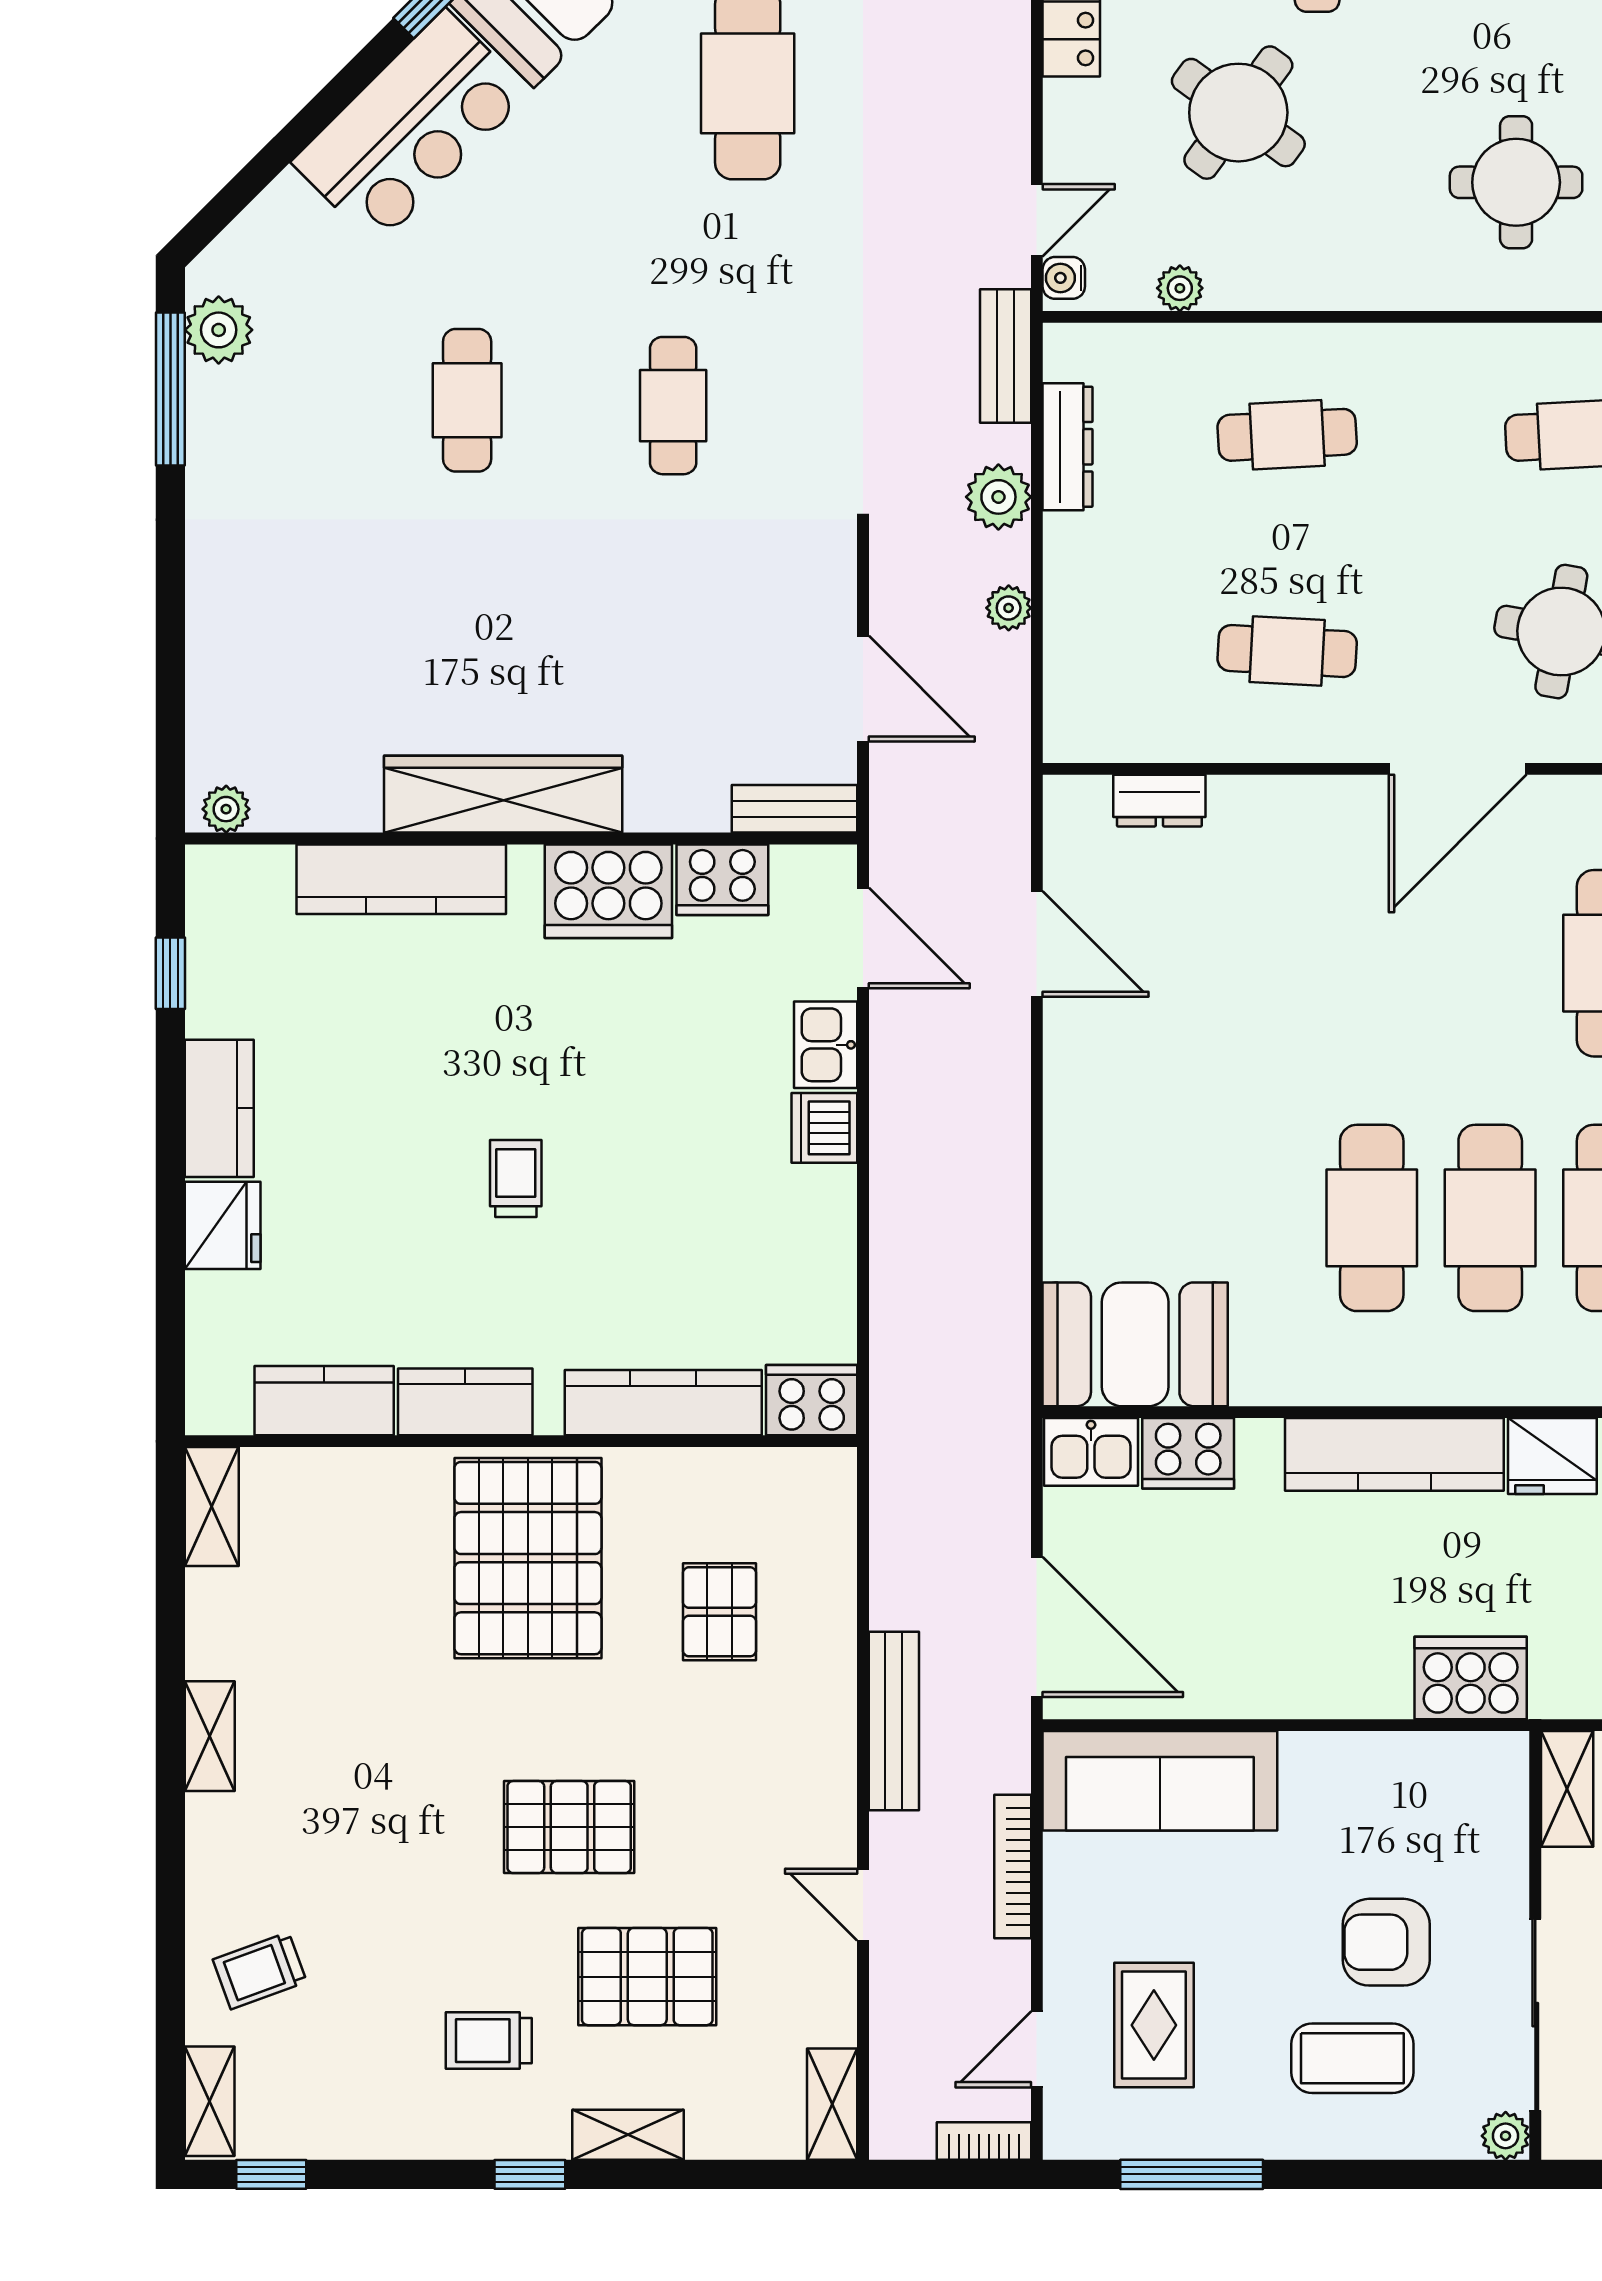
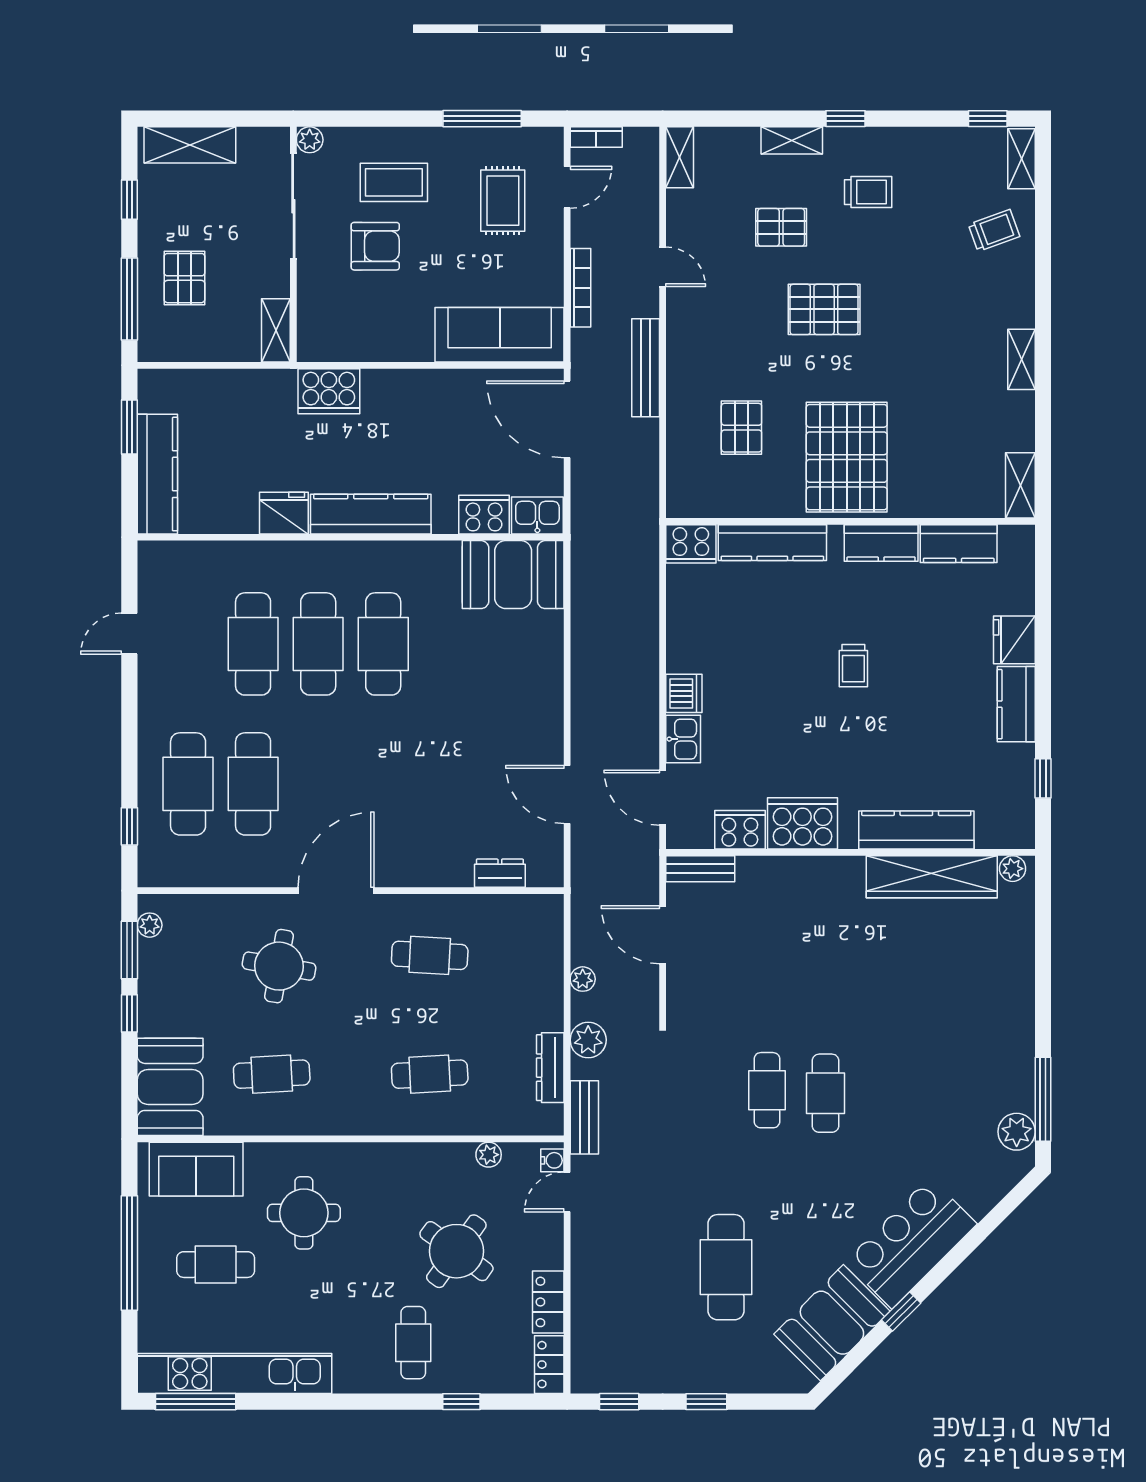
cafe table: (467, 400) -> (826, 1093), moved
wardrobe: (503, 794) -> (932, 877), moved
pallet: (647, 1977) -> (781, 227), width x0.67, depth x0.71

